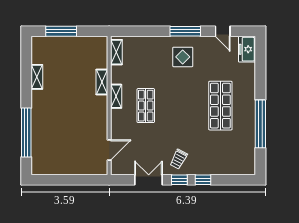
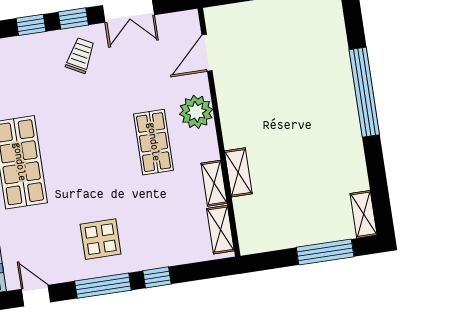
window: (155, 31) -> (157, 277), added
shelving: (37, 77) -> (364, 214), moved
shelving: (116, 96) -> (214, 183), moved
plant: (120, 119) -> (196, 112), added
window: (26, 132) -> (364, 92), moved

